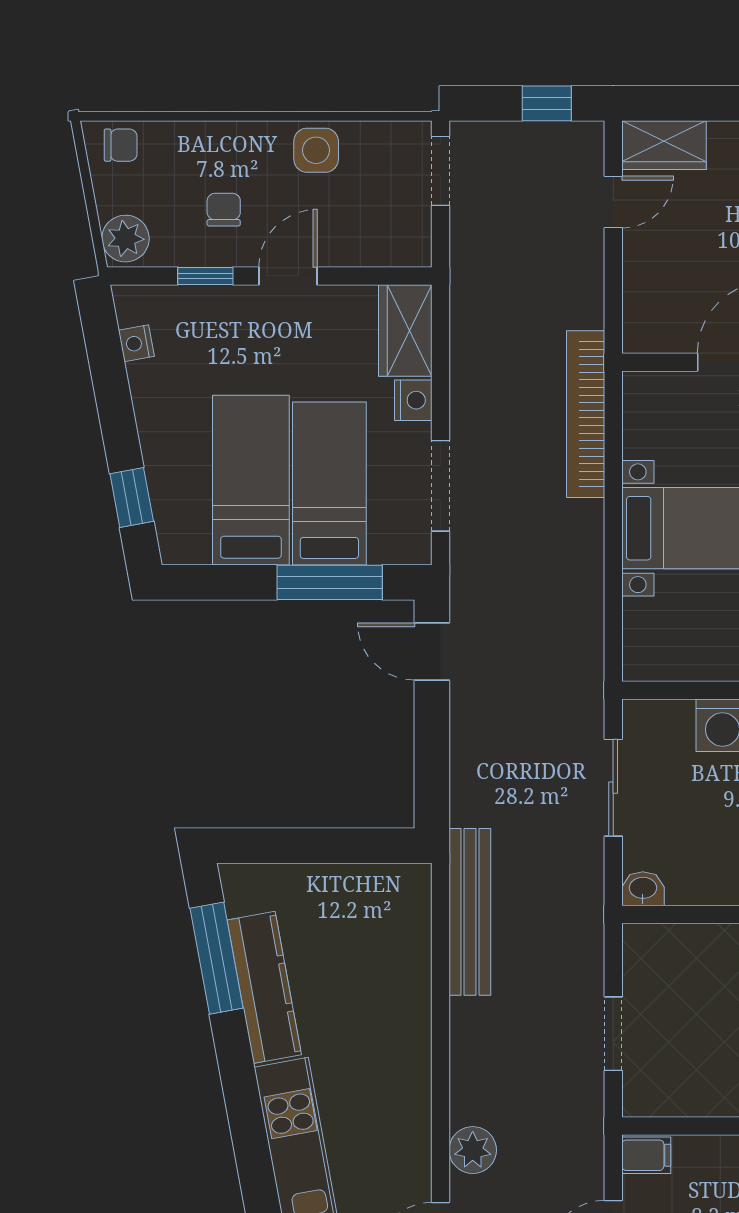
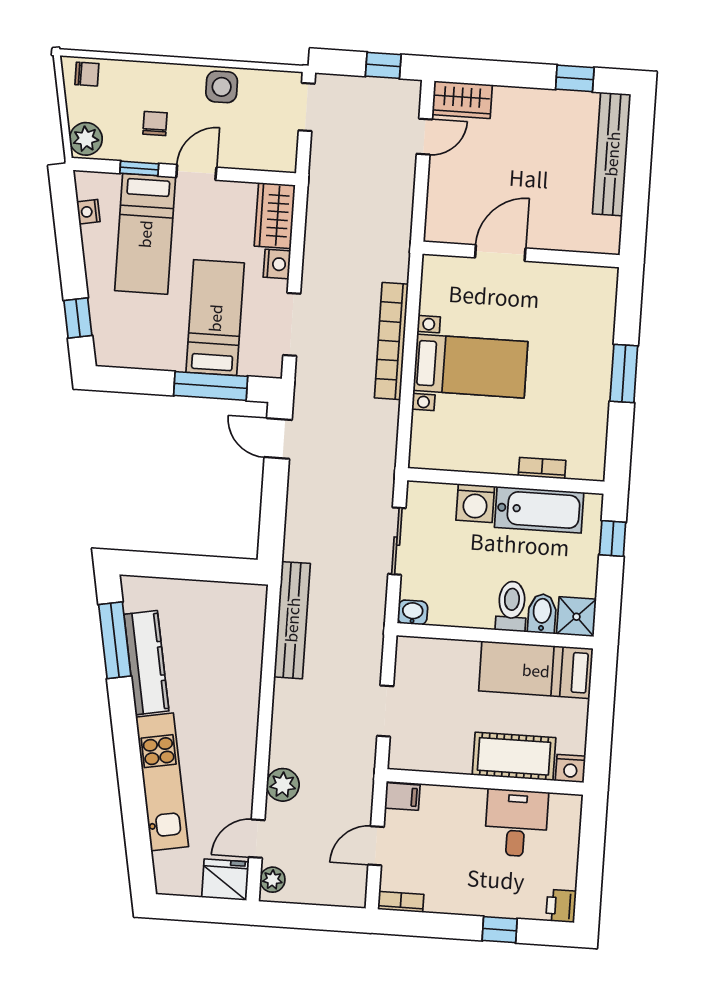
bookcase: (586, 414) -> (391, 341), moved
bed: (251, 480) -> (145, 234), moved, turned 180

